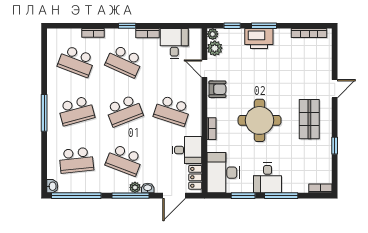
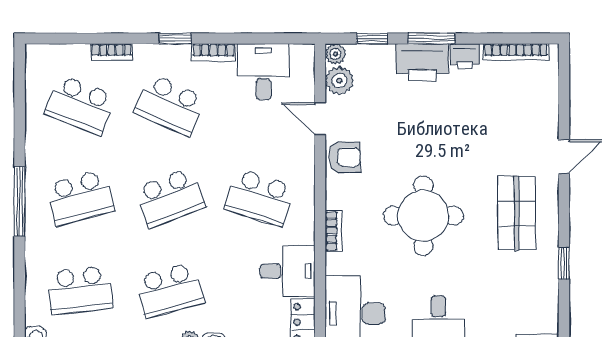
printer: (282, 35) -> (465, 57), added
school desk: (124, 160) -> (170, 290), turned -36

